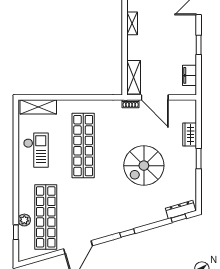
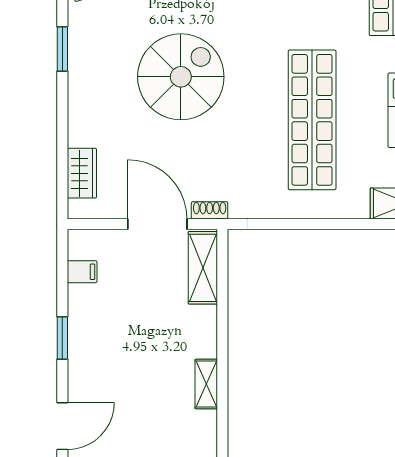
filing cabinet: (189, 75) -> (82, 272), width x0.50
wardrobe: (190, 135) -> (82, 173), moved
window: (199, 159) -> (62, 49), moved

